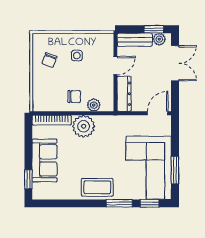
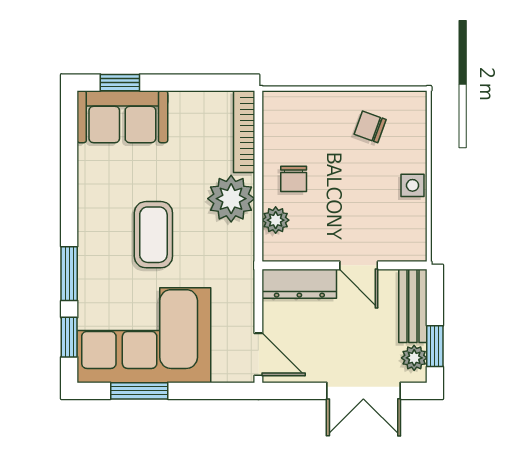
side table: (77, 56) -> (413, 185), moved
sofa: (45, 160) -> (122, 117), moved
coffee table: (97, 187) -> (153, 235), moved

